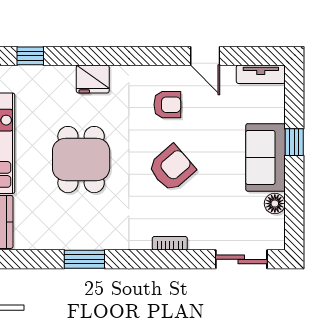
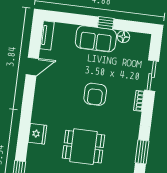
armchair: (167, 105) -> (58, 92), removed
window: (294, 142) -> (106, 23), moved
armchair: (172, 168) -> (95, 94), turned -139
sliding door: (241, 259) -> (152, 76), moved

